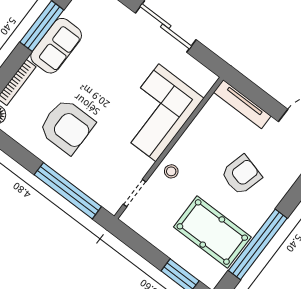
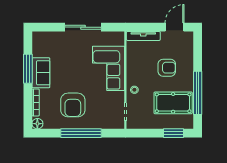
armchair: (67, 126) -> (73, 105), turned 90
armchair: (241, 175) -> (167, 68), turned 75
window: (68, 191) -> (81, 133), moved

